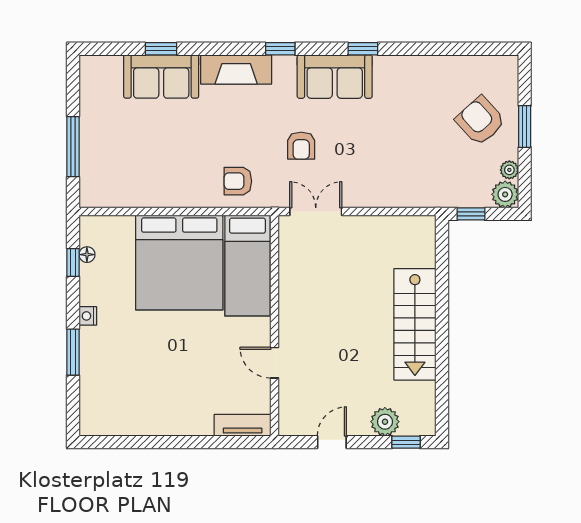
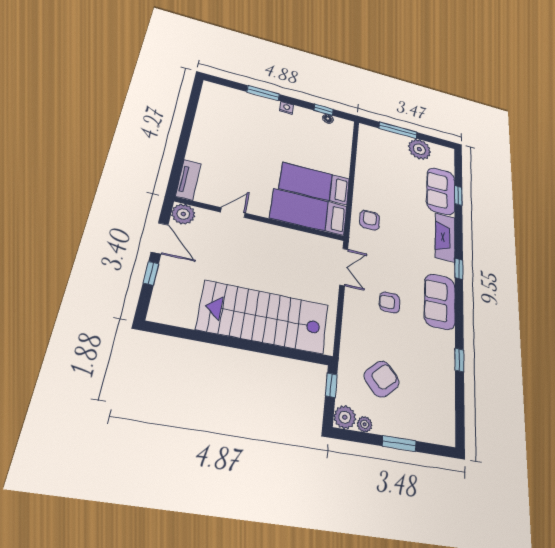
window: (363, 49) -> (459, 360), moved
plant: (97, 112) -> (419, 149), added
armchair: (480, 121) -> (382, 379), moved
armchair: (301, 146) -> (390, 302), moved
bed: (179, 262) -> (315, 184), width x0.49
stairs: (415, 324) -> (264, 317), width x1.36, depth x1.51
plant: (385, 422) -> (183, 214), moved
door: (332, 442) -> (160, 238), width x1.38
window: (406, 442) -> (151, 273), moved

